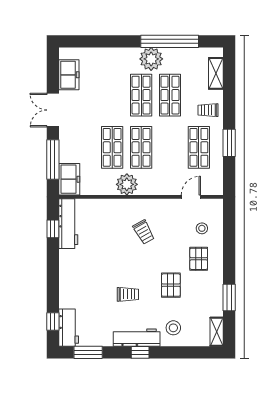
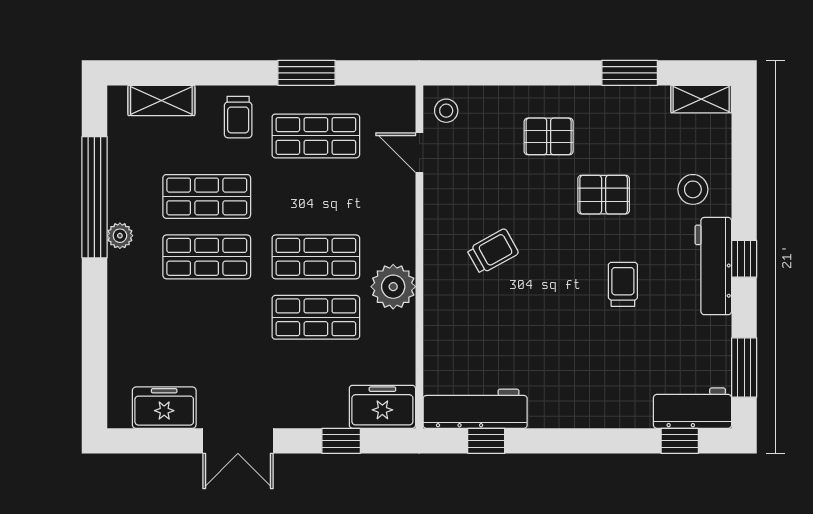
plant: (151, 59) -> (120, 236), width x0.53, depth x0.53
window: (53, 159) -> (341, 441), width x0.46
stool: (202, 228) -> (446, 111), moved

